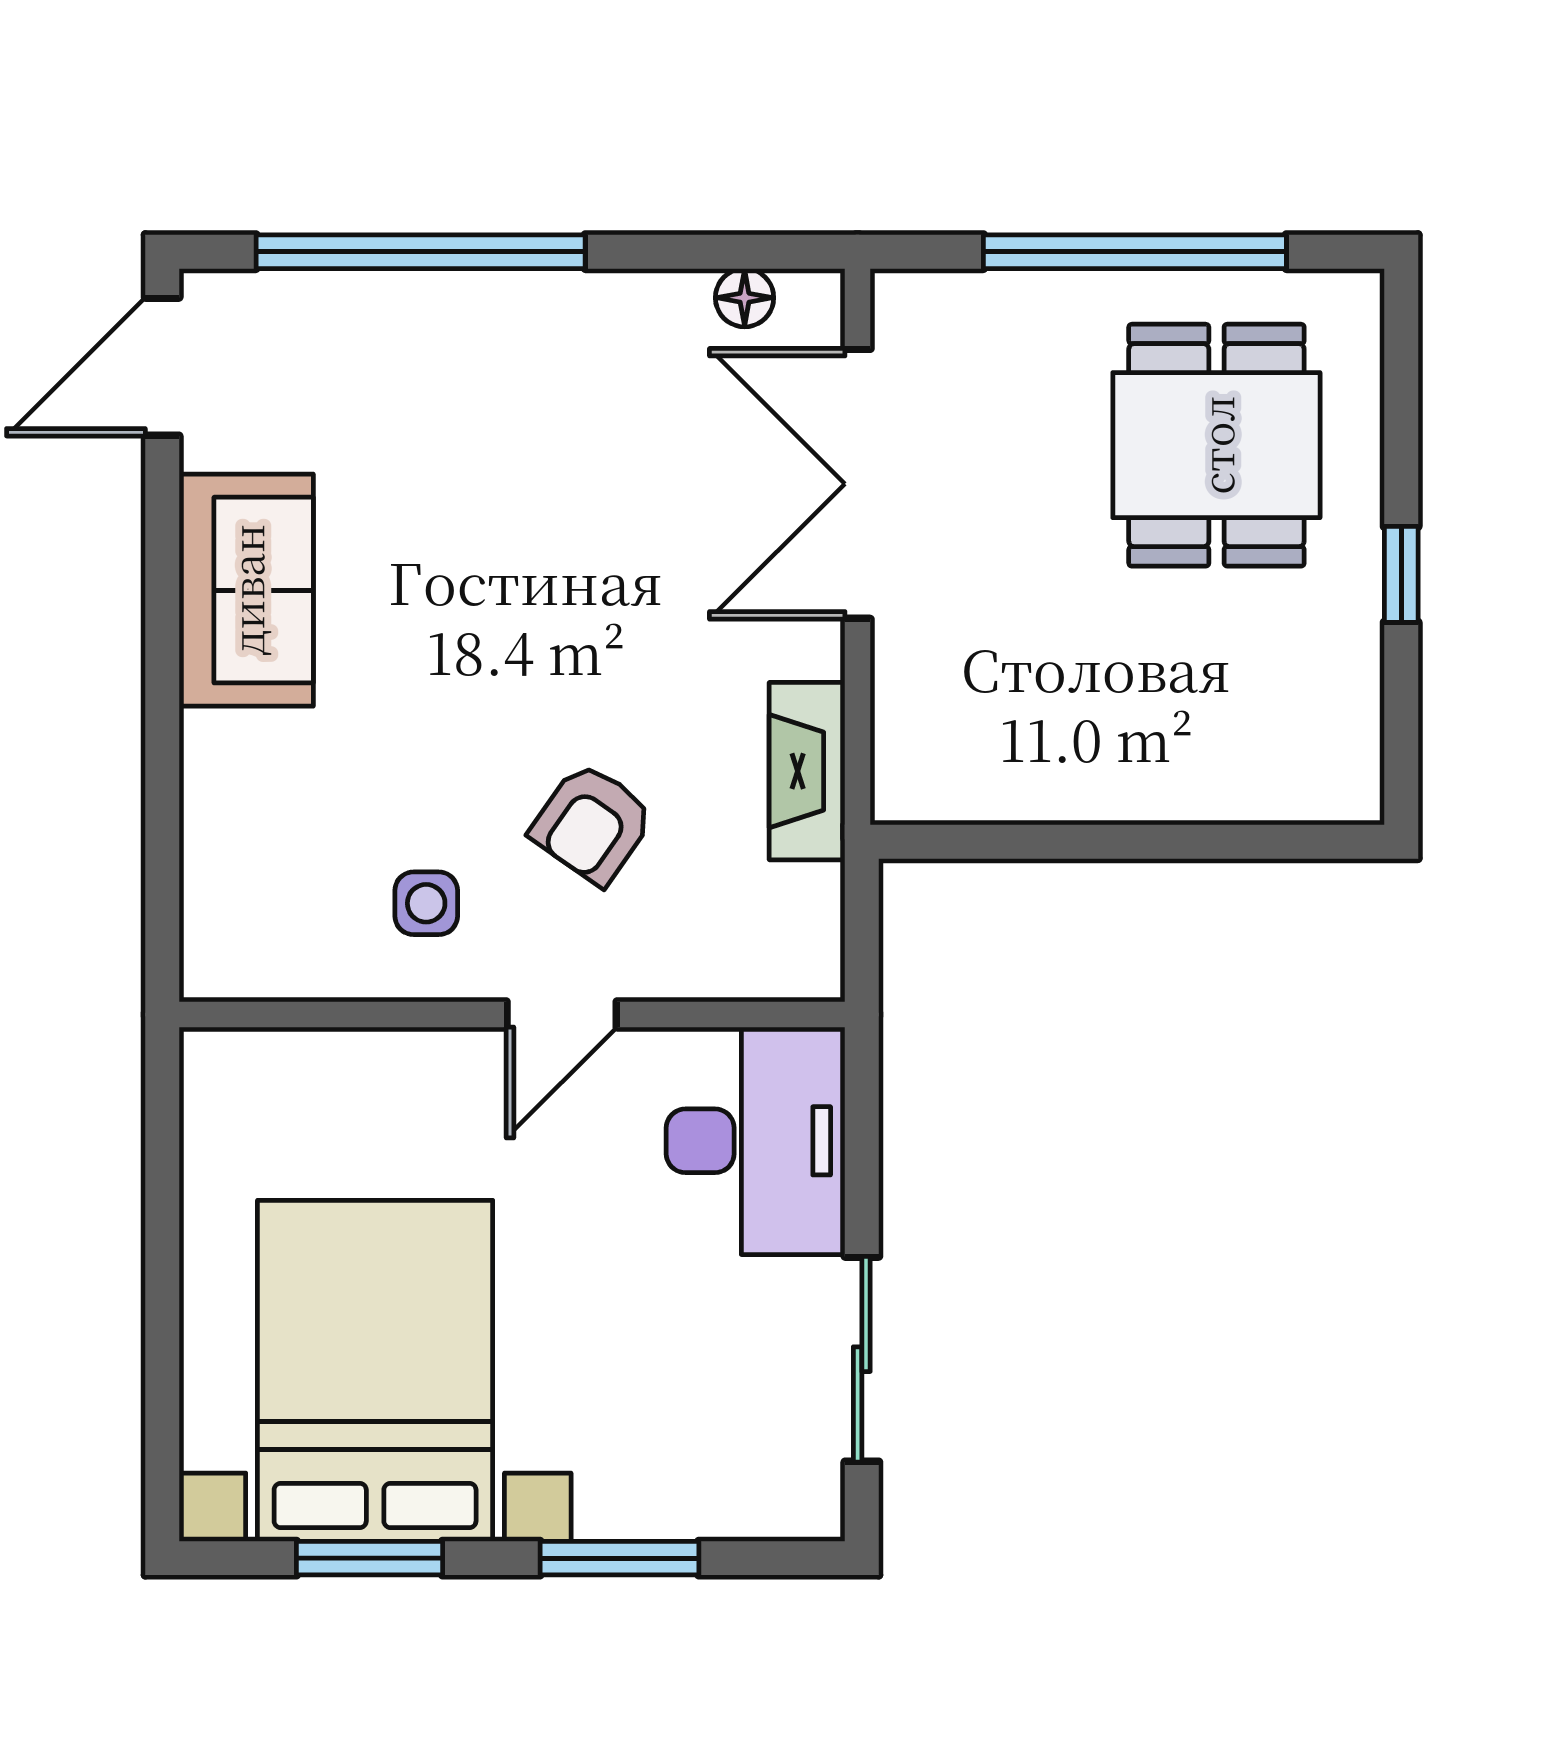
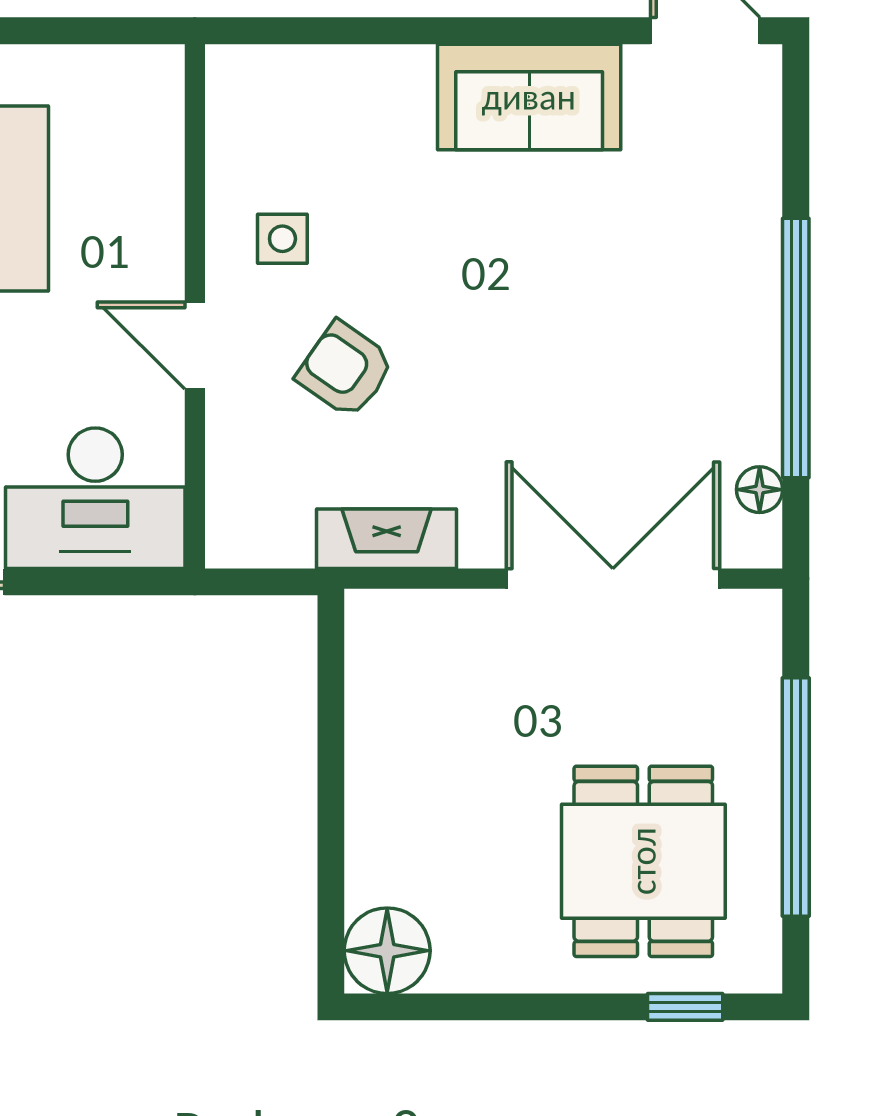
window: (421, 252) -> (796, 348), moved
dining table: (1216, 445) -> (643, 861), turned 90
window: (1401, 574) -> (685, 1007), moved
floor lamp: (1330, 770) -> (387, 951), added

